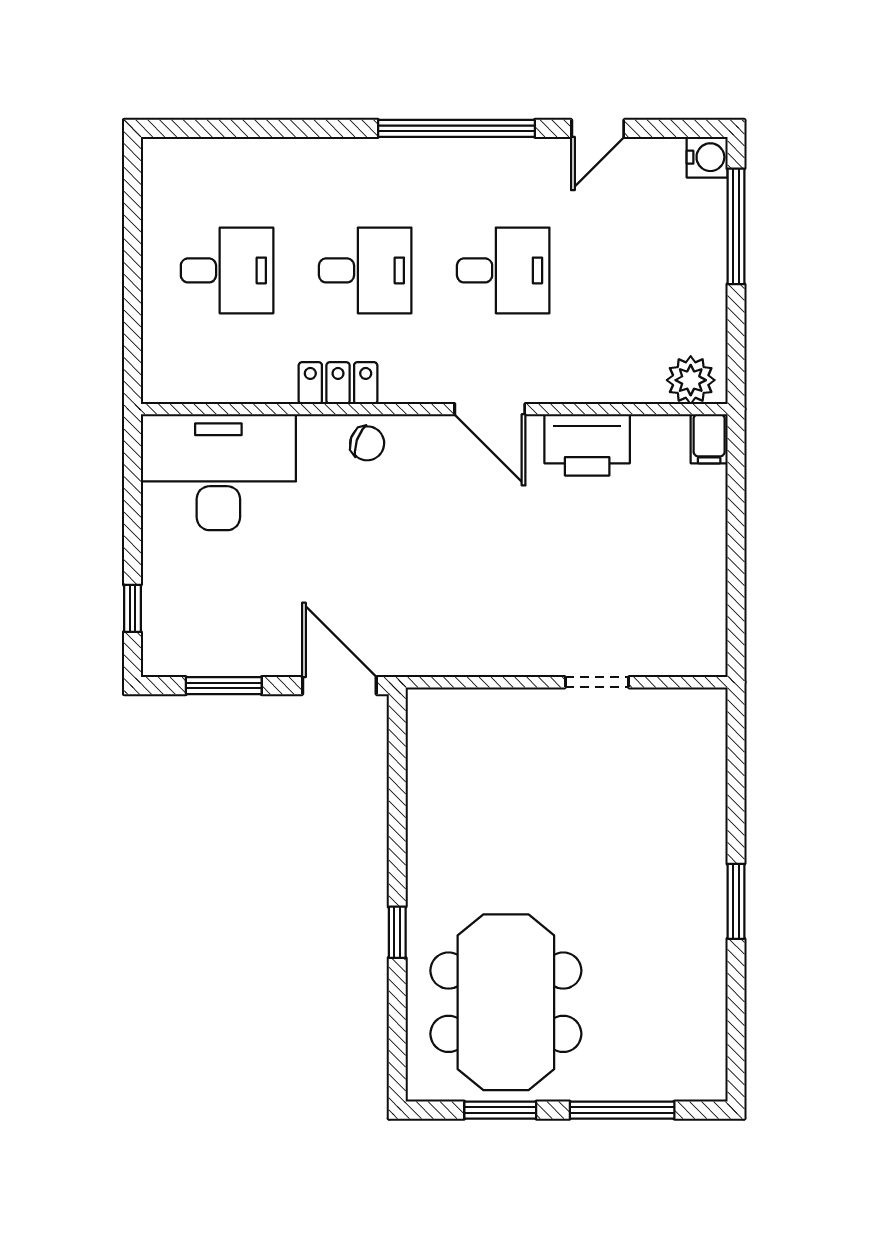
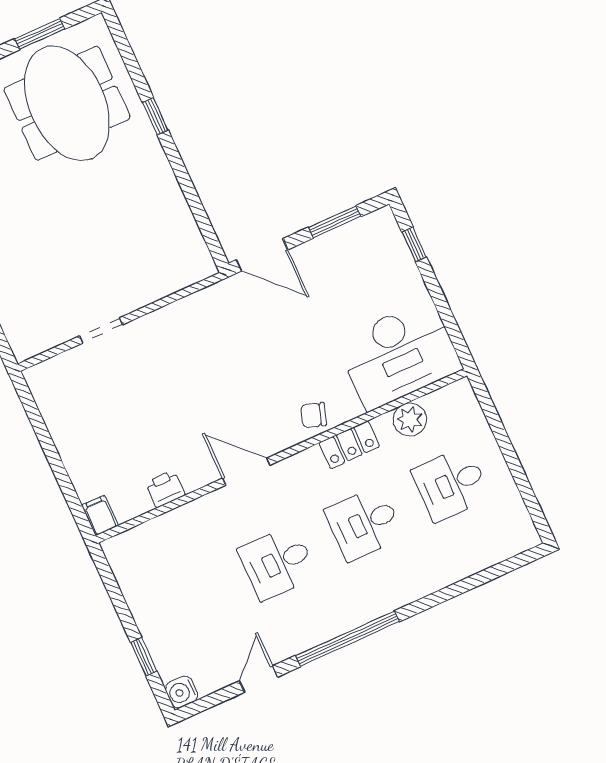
window: (736, 226) -> (144, 657), width x0.46
plant: (691, 380) -> (410, 420), moved
printer: (587, 445) -> (165, 489), width x0.53, depth x0.68

